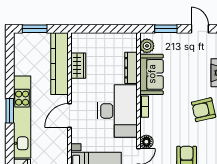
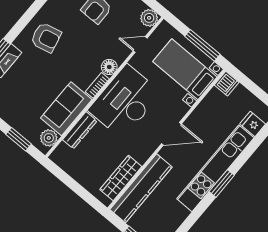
wardrobe: (78, 66) -> (121, 178), width x1.50
floor lamp: (146, 142) -> (109, 67), moved

